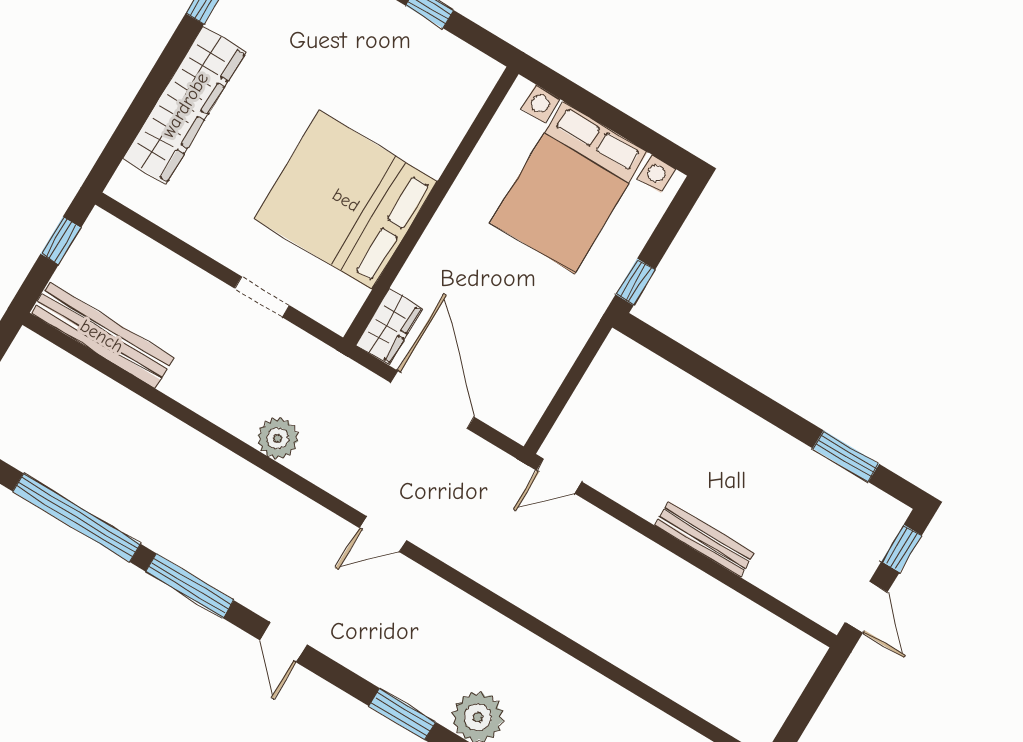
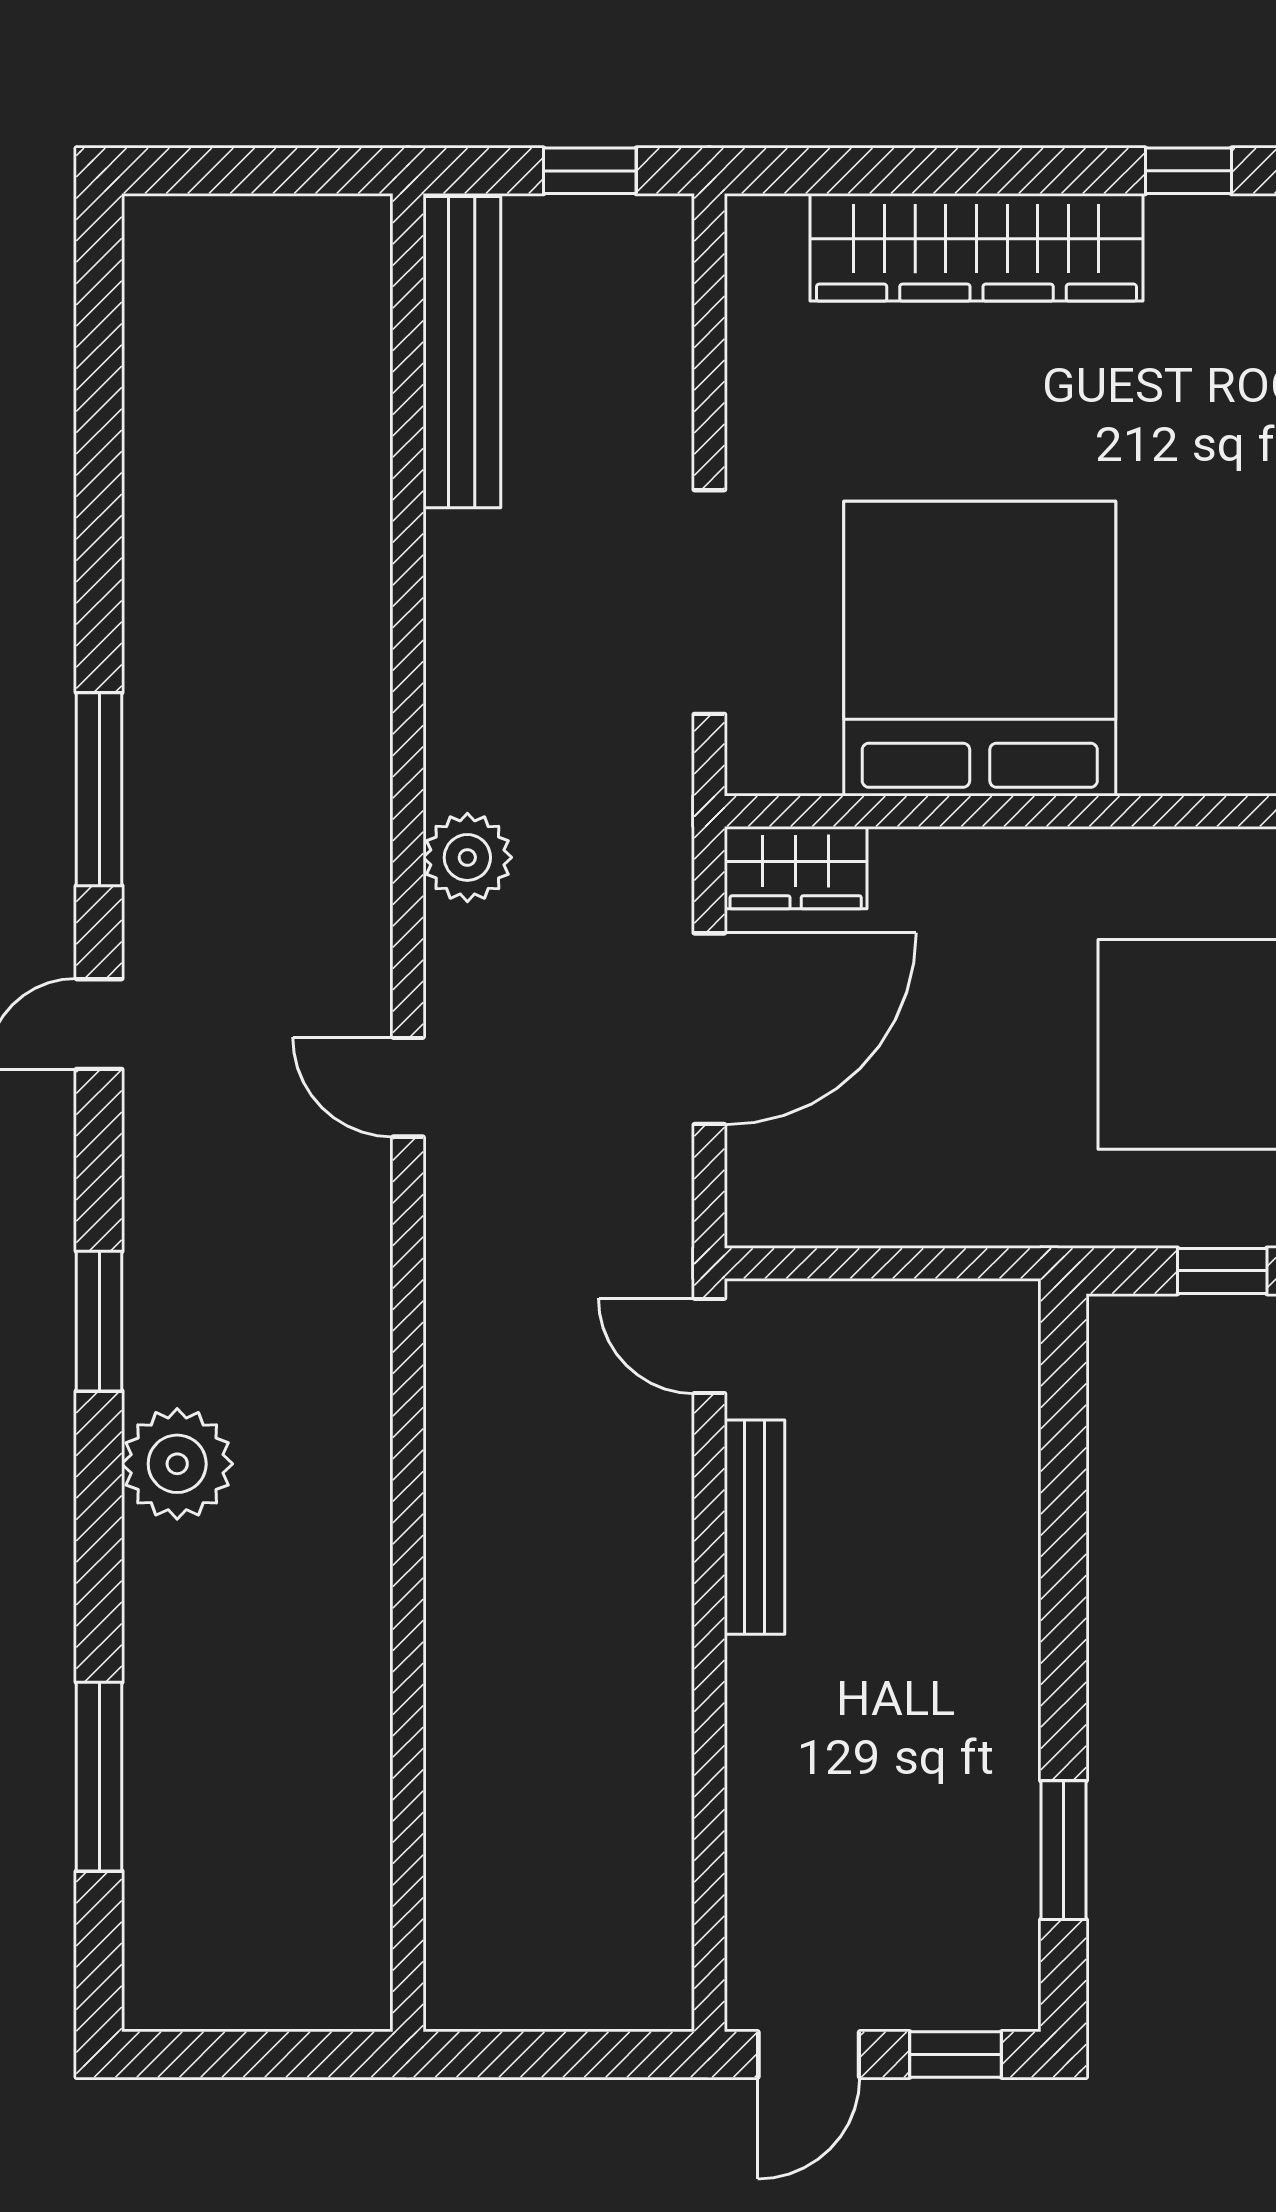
window: (635, 282) -> (1222, 1271), moved
doorway: (262, 297) -> (709, 602), width x1.87
plant: (278, 438) -> (467, 857), moved
window: (77, 518) -> (99, 506), removed
bench: (704, 539) -> (754, 1527), moved

